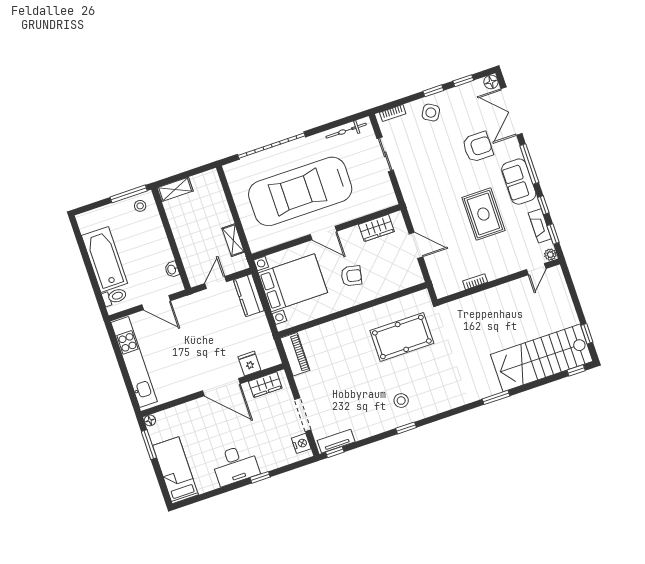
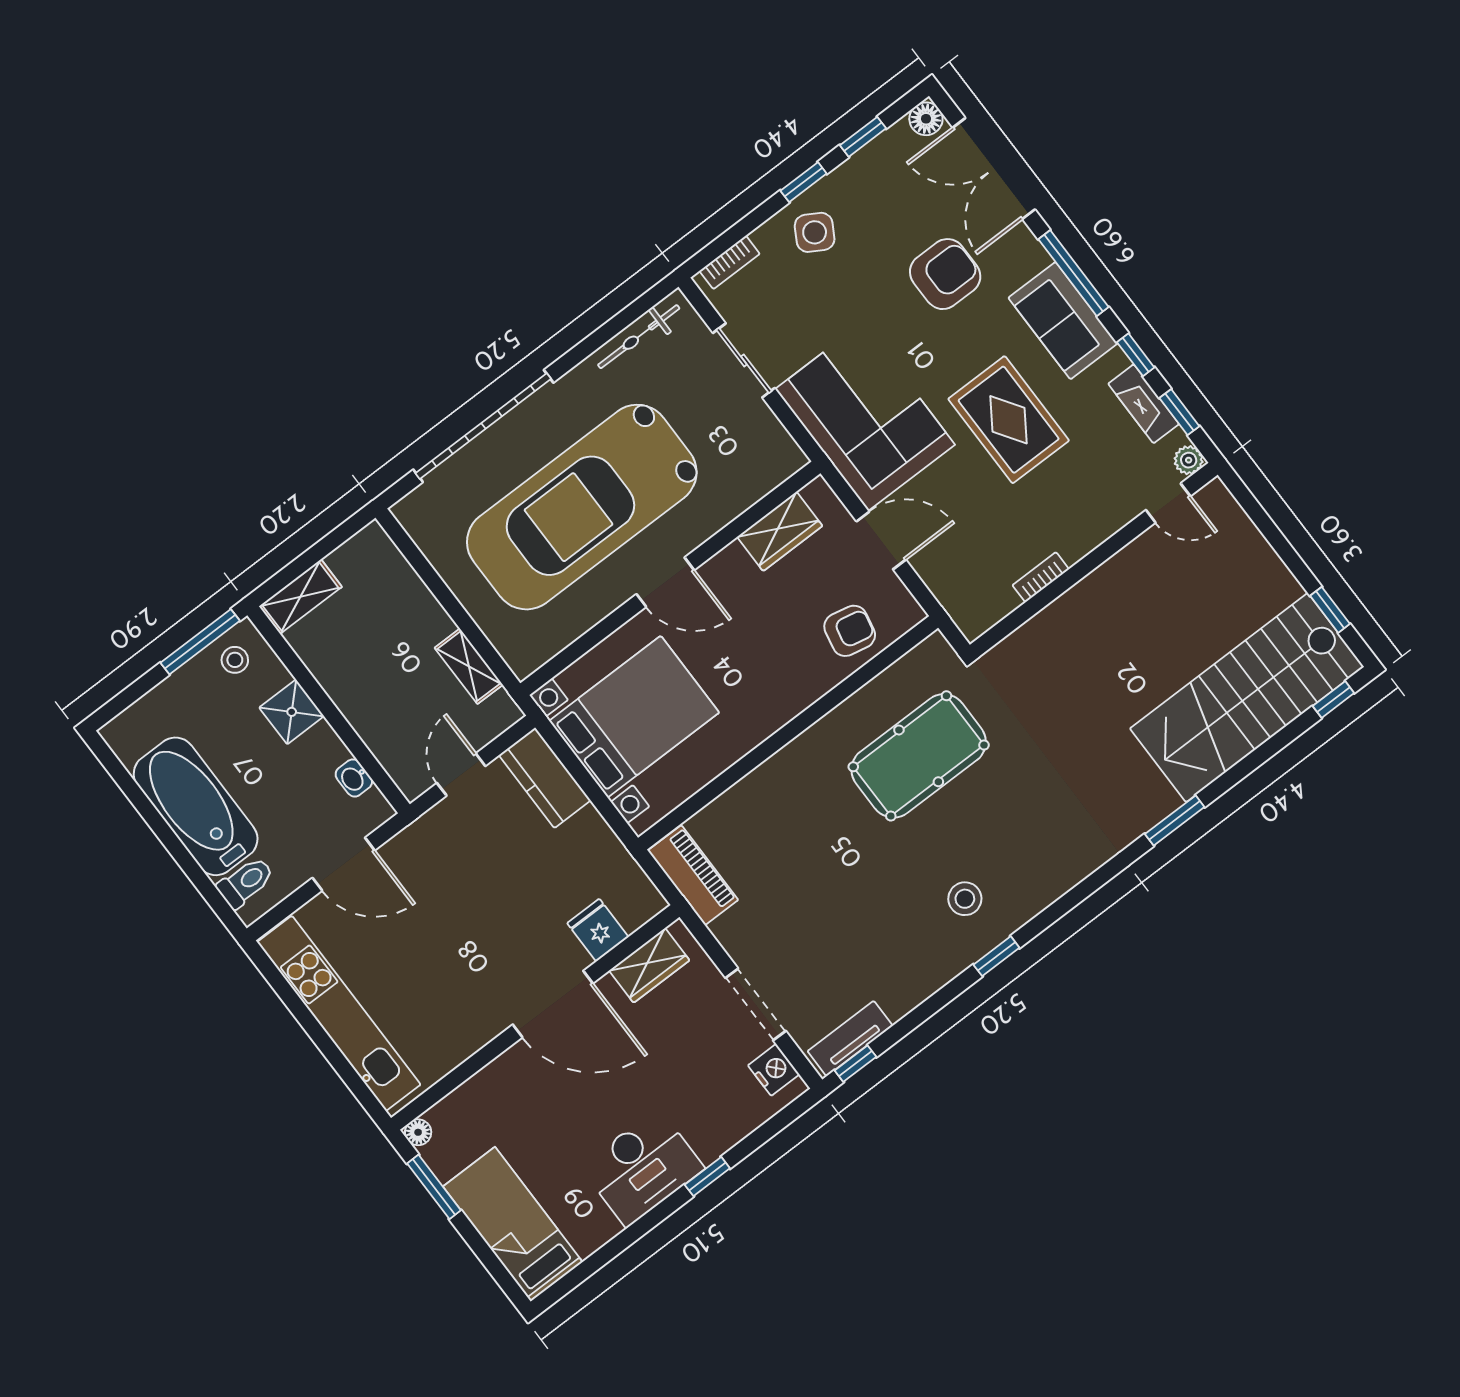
corner sofa: (426, 193) -> (865, 417), added
shower: (156, 234) -> (292, 712), added
door: (536, 269) -> (1168, 503), hinge flipped
armchair: (351, 276) -> (850, 631), moved

